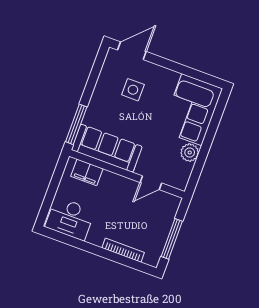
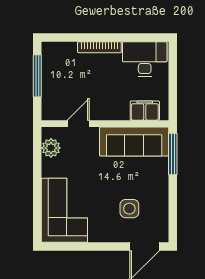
plant: (190, 153) -> (51, 148), moved
bookcase: (123, 250) -> (99, 47), moved

